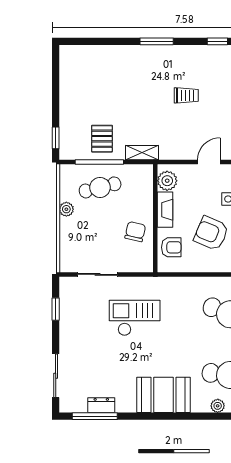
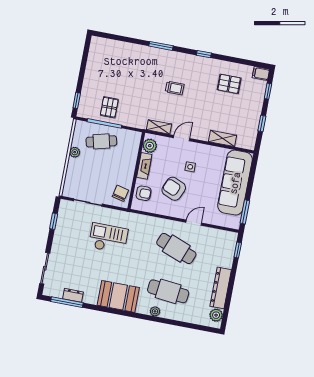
shelving: (142, 153) -> (159, 127), moved
chair: (135, 232) -> (120, 193), moved

